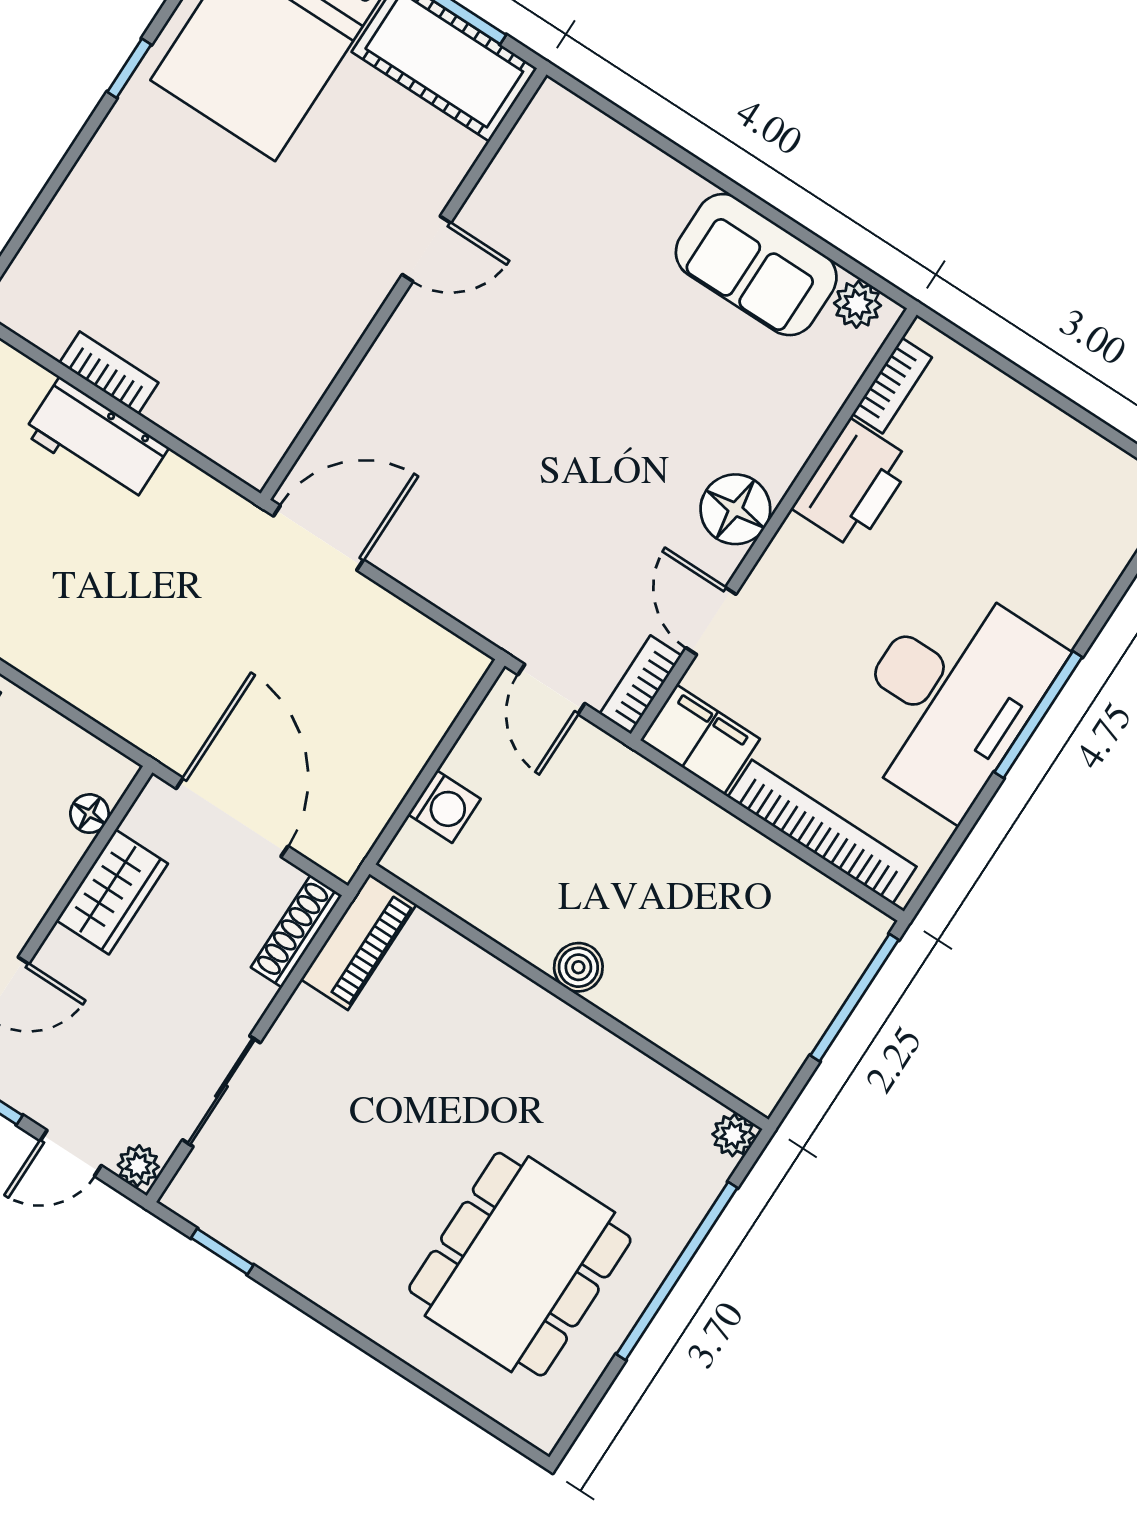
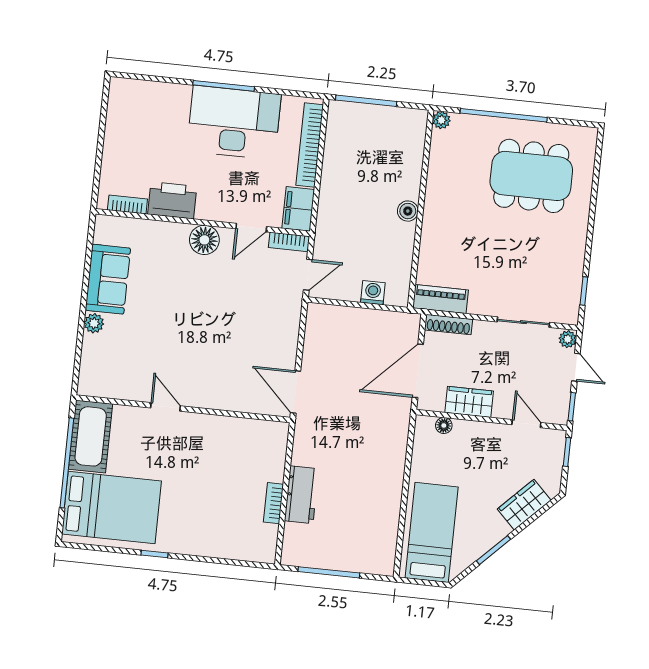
plant: (858, 304) -> (94, 323), moved

